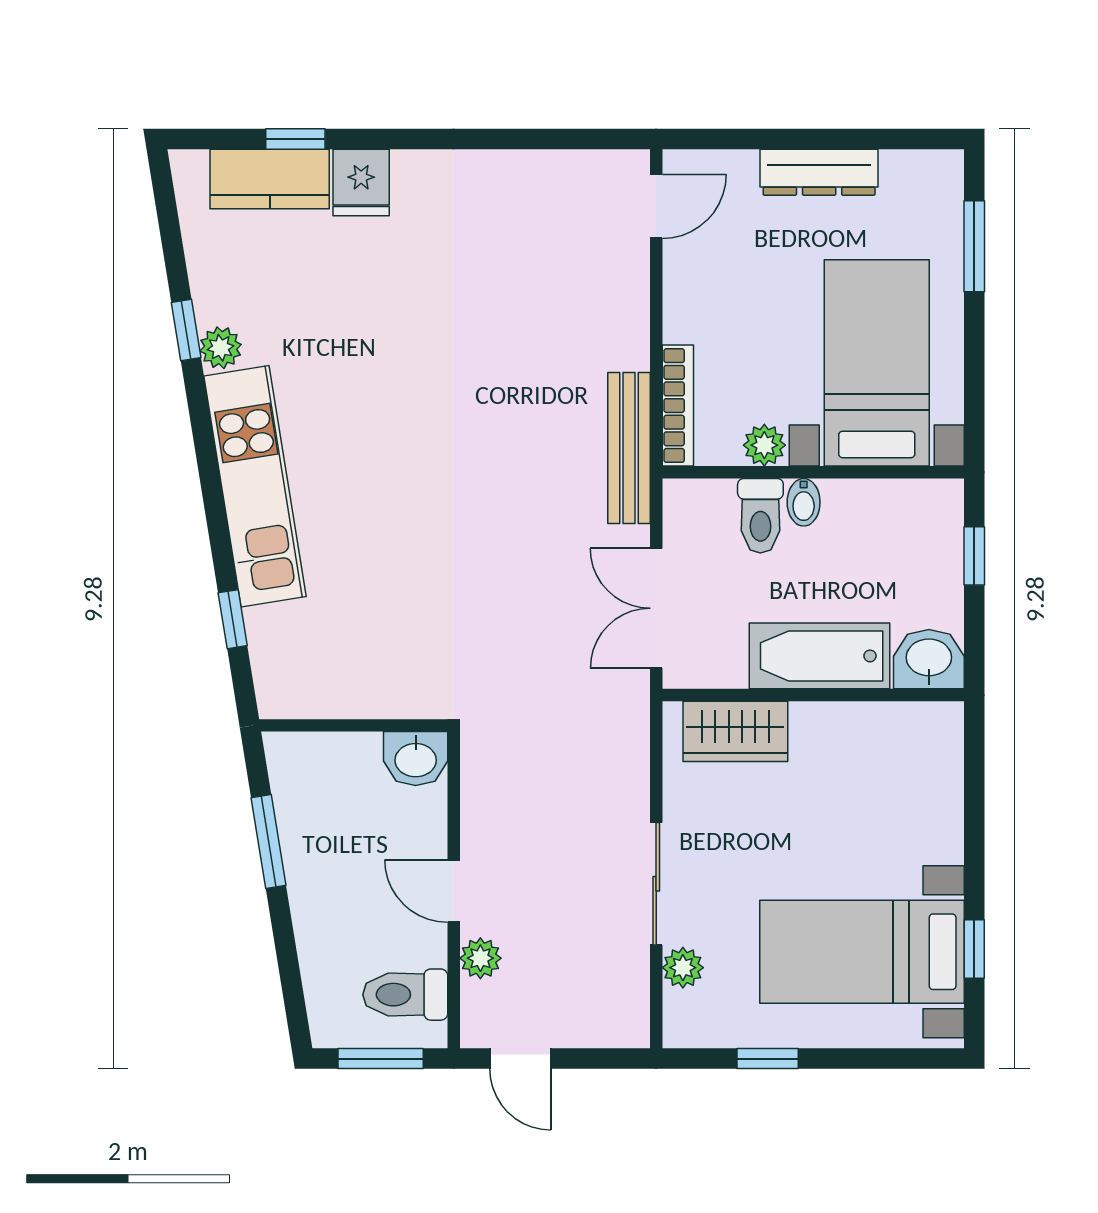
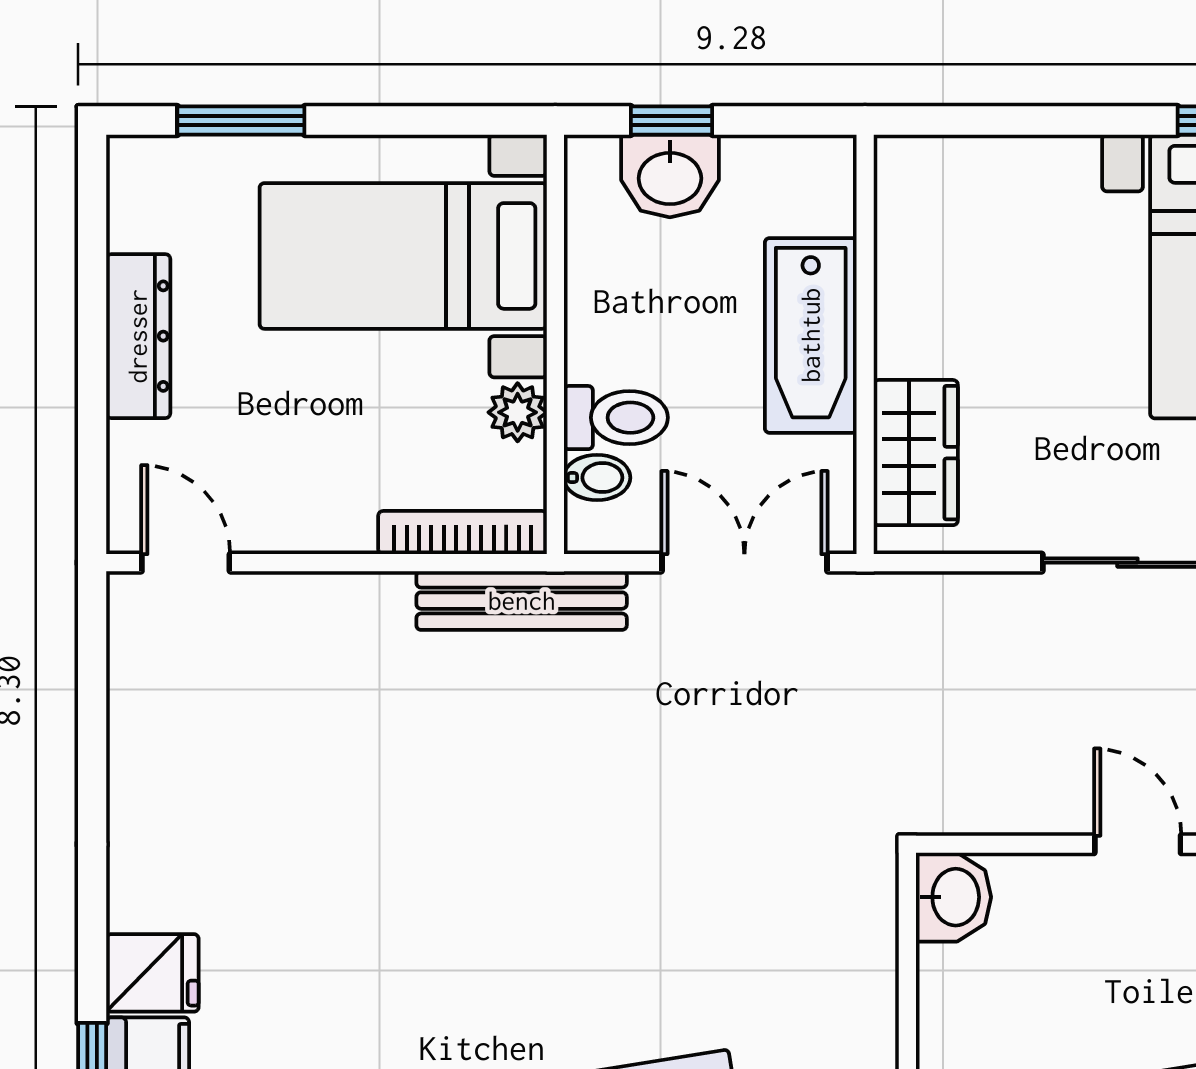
bidet: (804, 502) -> (597, 478), moved
double door: (656, 608) -> (744, 563), swing flipped
washbasin: (929, 659) -> (670, 176), moved, turned -90
door: (454, 891) -> (1138, 844), swing flipped

